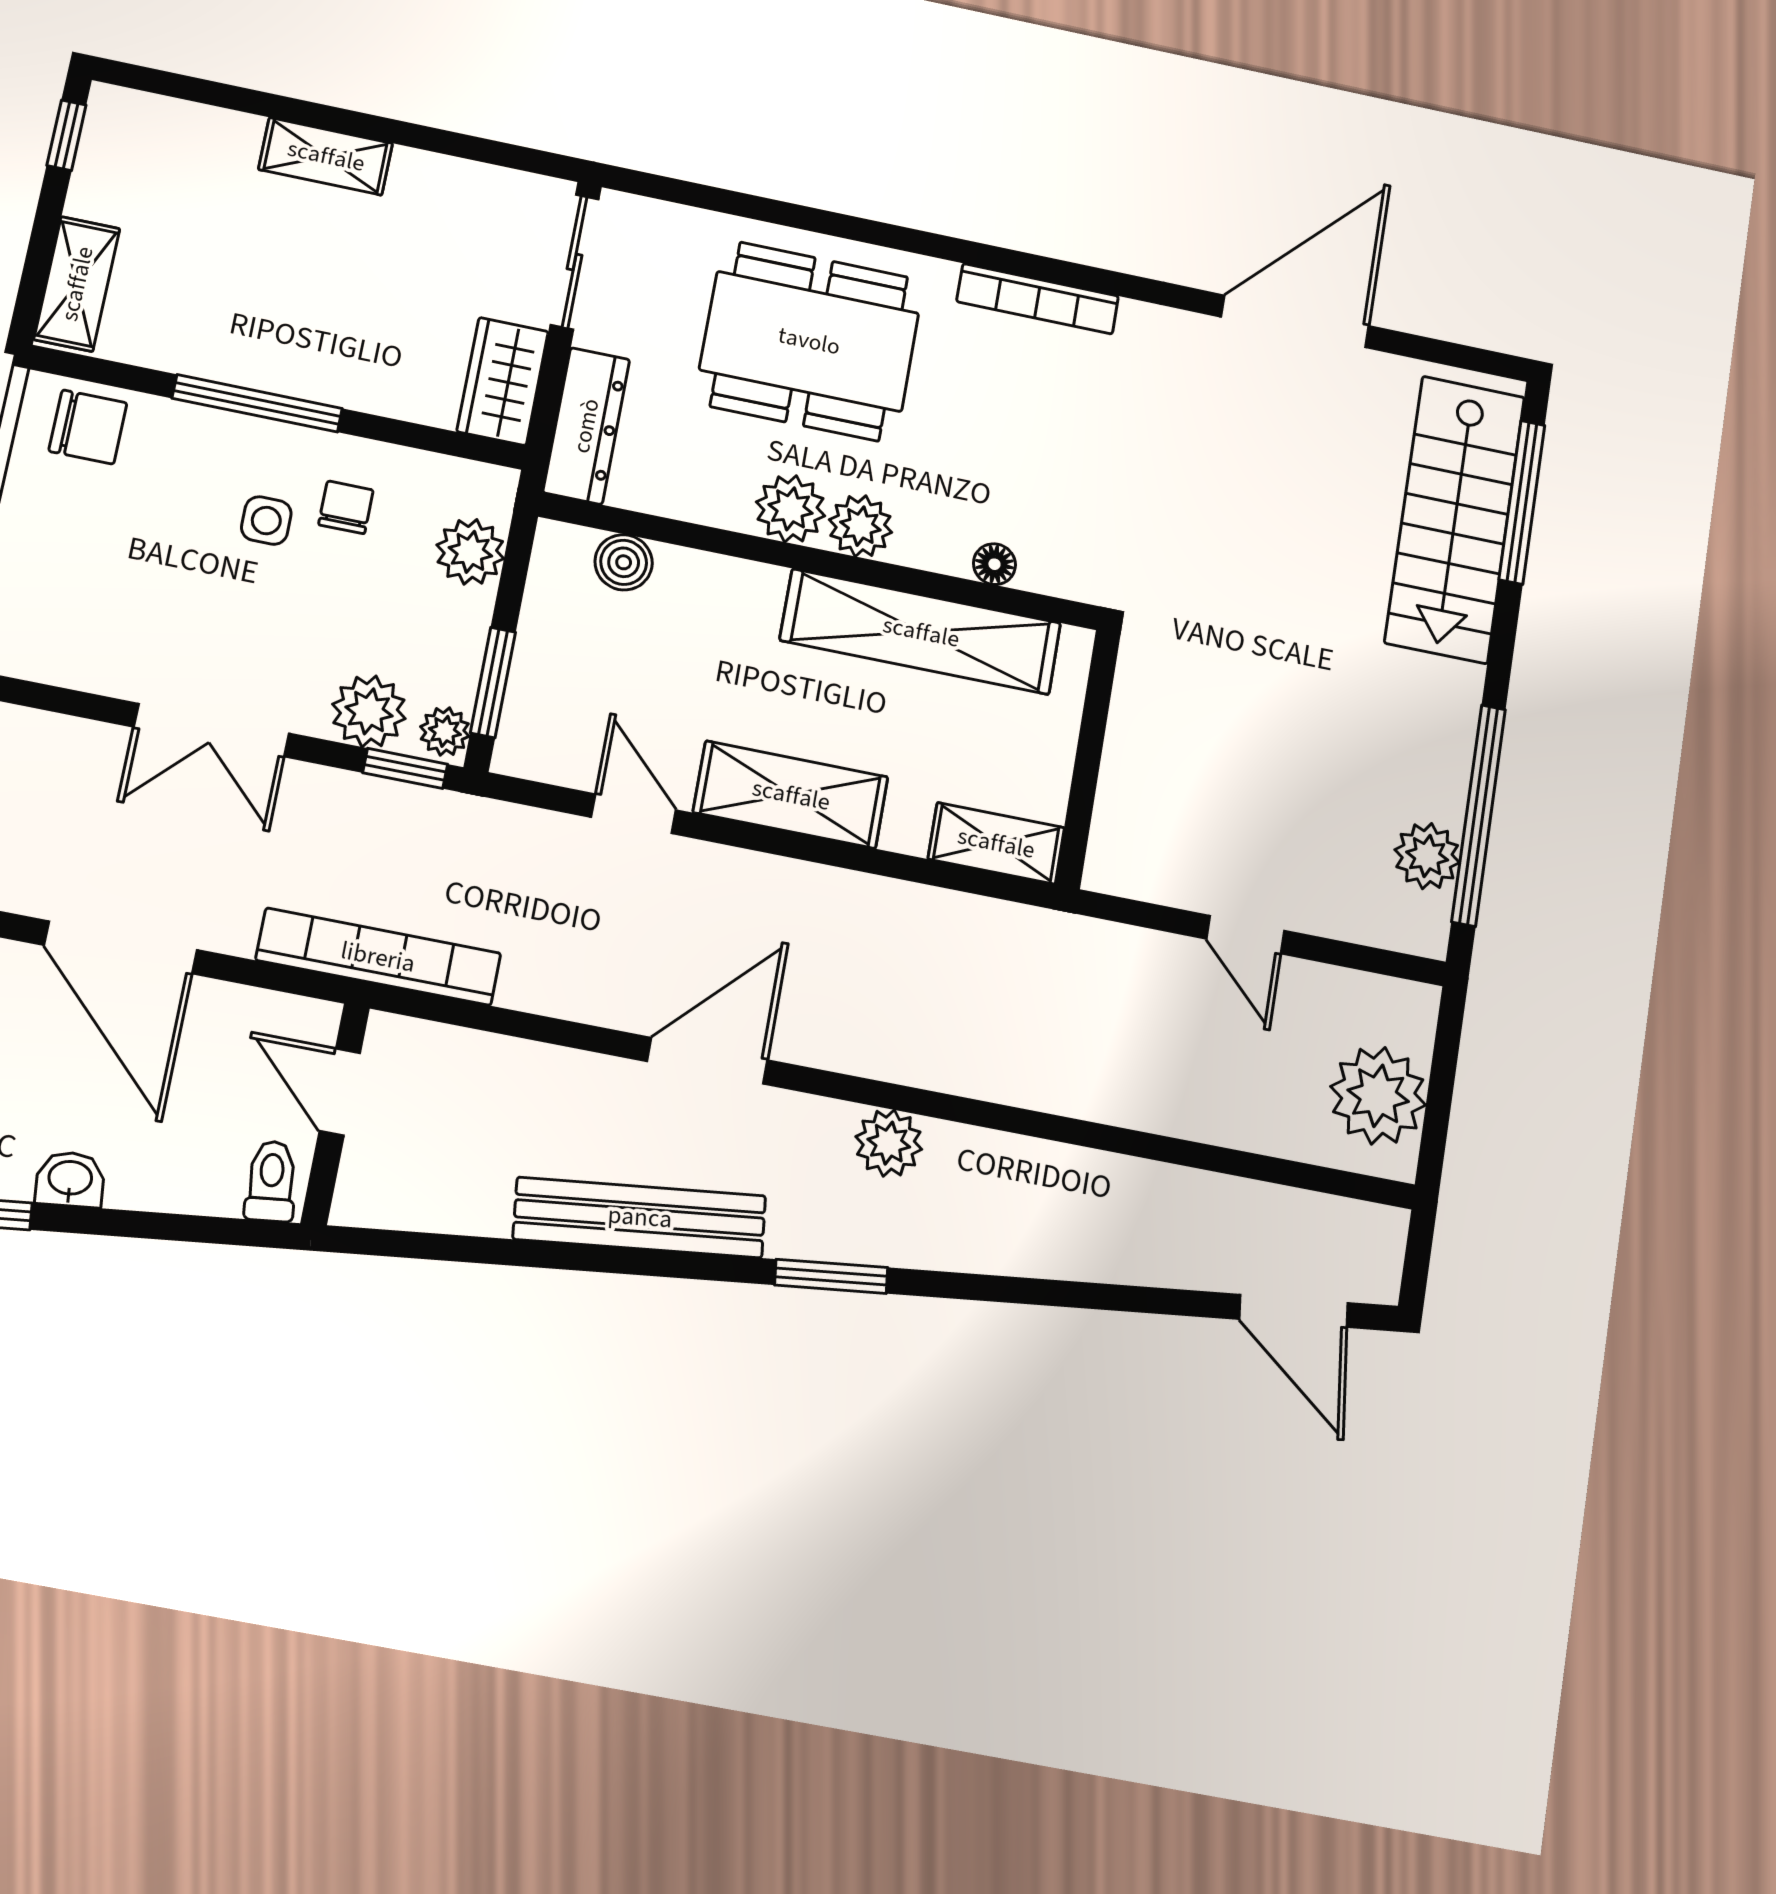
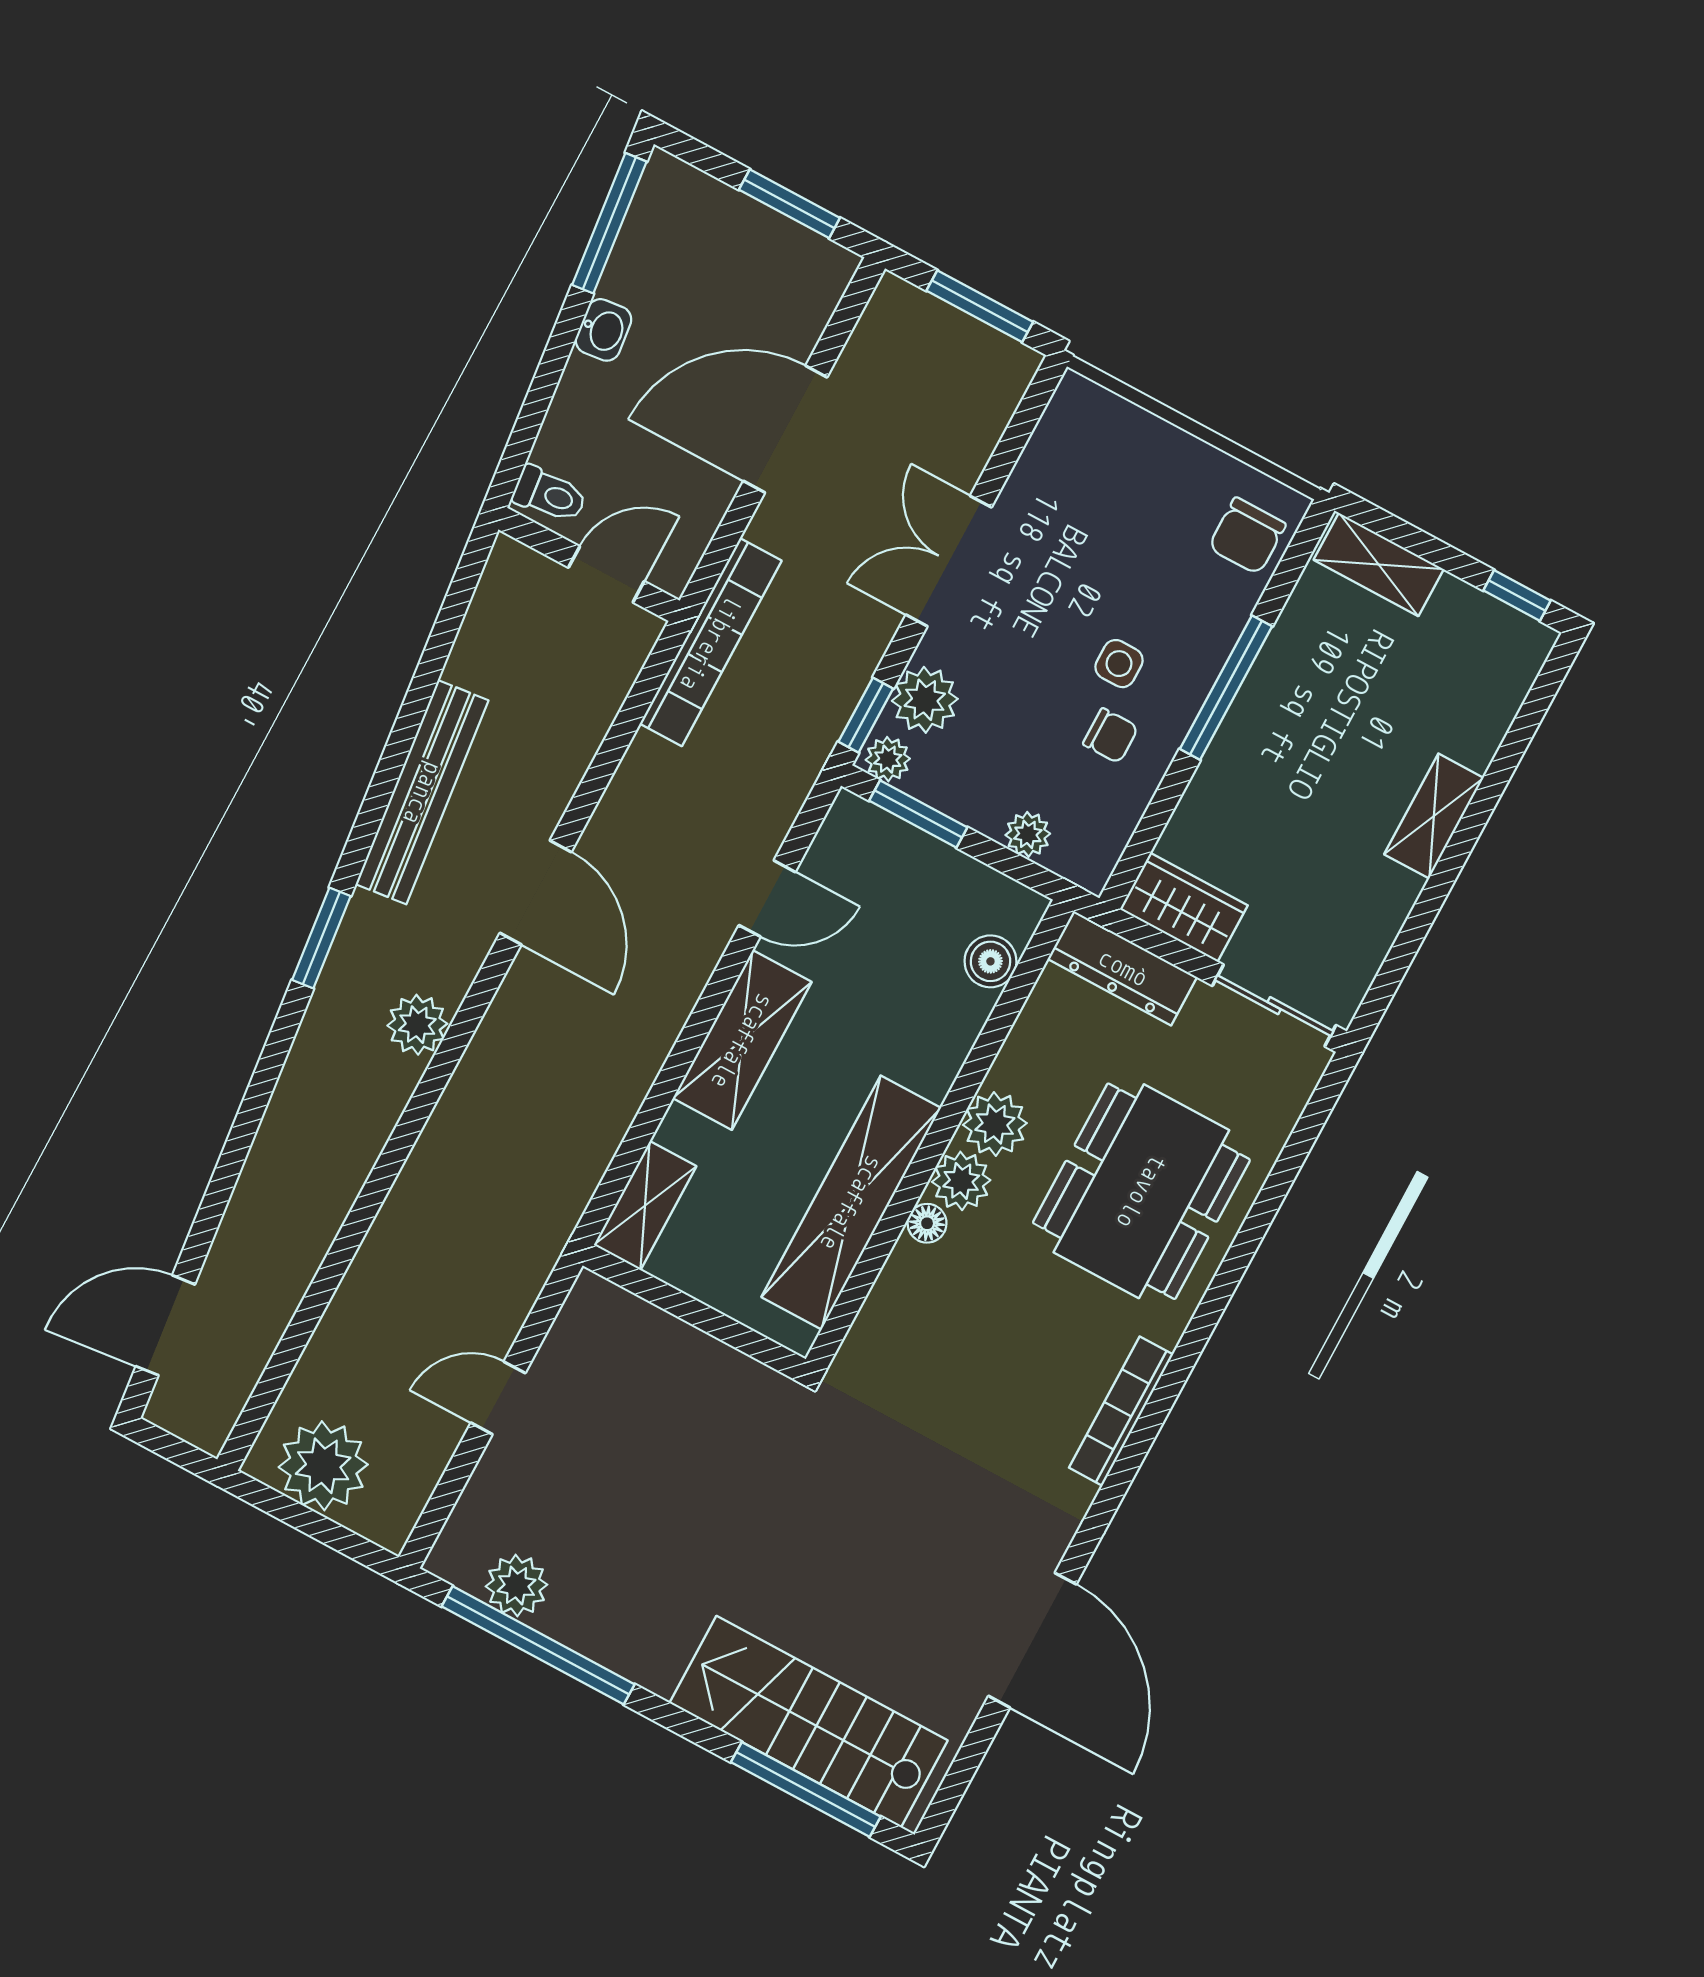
plant: (470, 552) -> (1028, 834), width x0.73, depth x0.73
floor lamp: (994, 564) -> (927, 1223), moved

